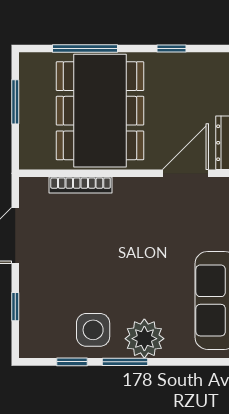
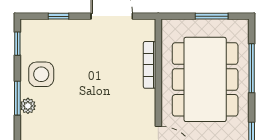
dining table: (100, 111) -> (205, 79), turned 90
plant: (144, 339) -> (28, 106), width x0.53, depth x0.53
window: (72, 362) -> (17, 44), moved

